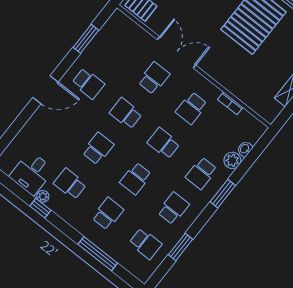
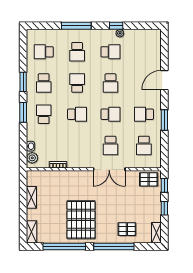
window: (86, 39) -> (164, 120), moved
door: (45, 90) -> (164, 80), moved
school desk: (191, 108) -> (144, 145), moved, turned 180
plant: (232, 160) -> (32, 158), moved
desk: (32, 173) -> (136, 41), removed
window: (180, 247) -> (23, 82), moved
window: (98, 254) -> (76, 26), moved

